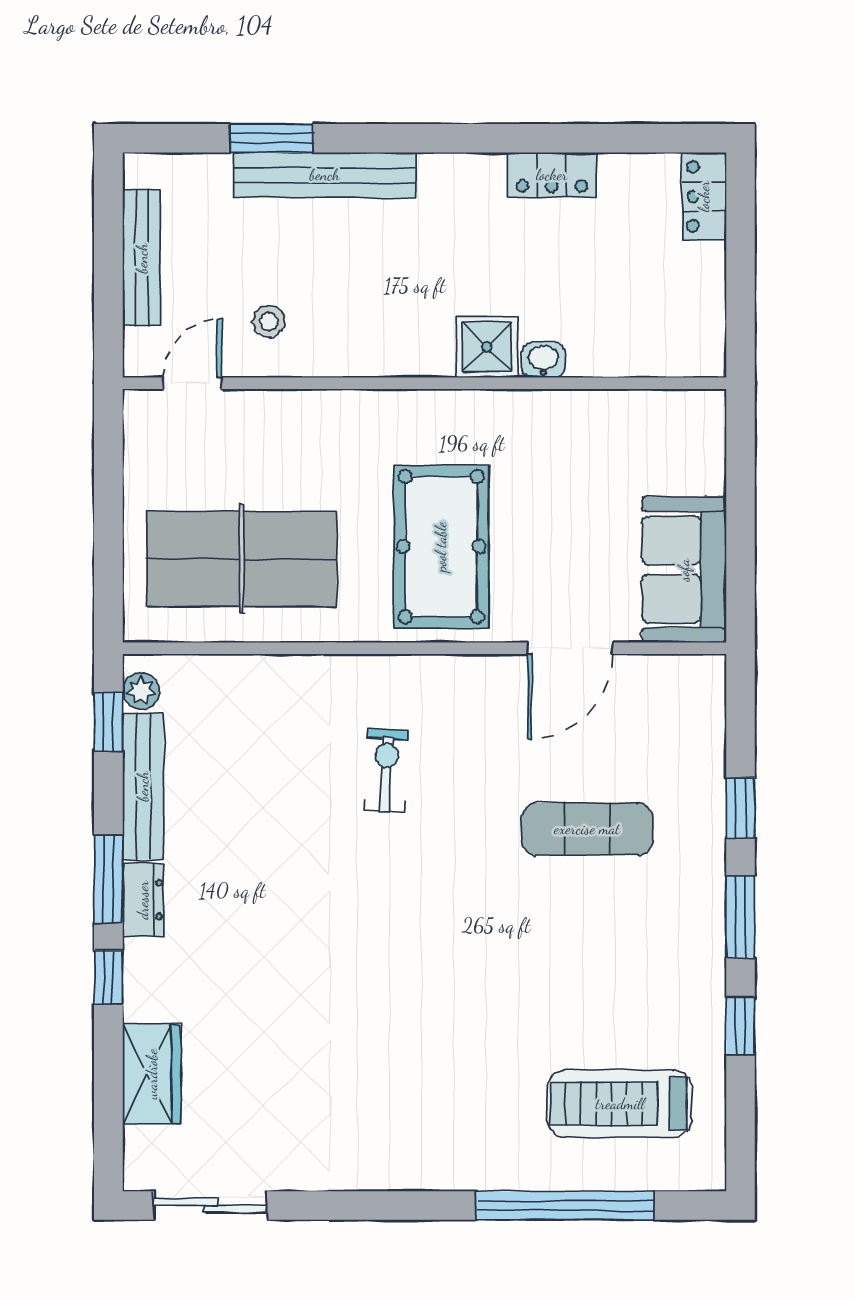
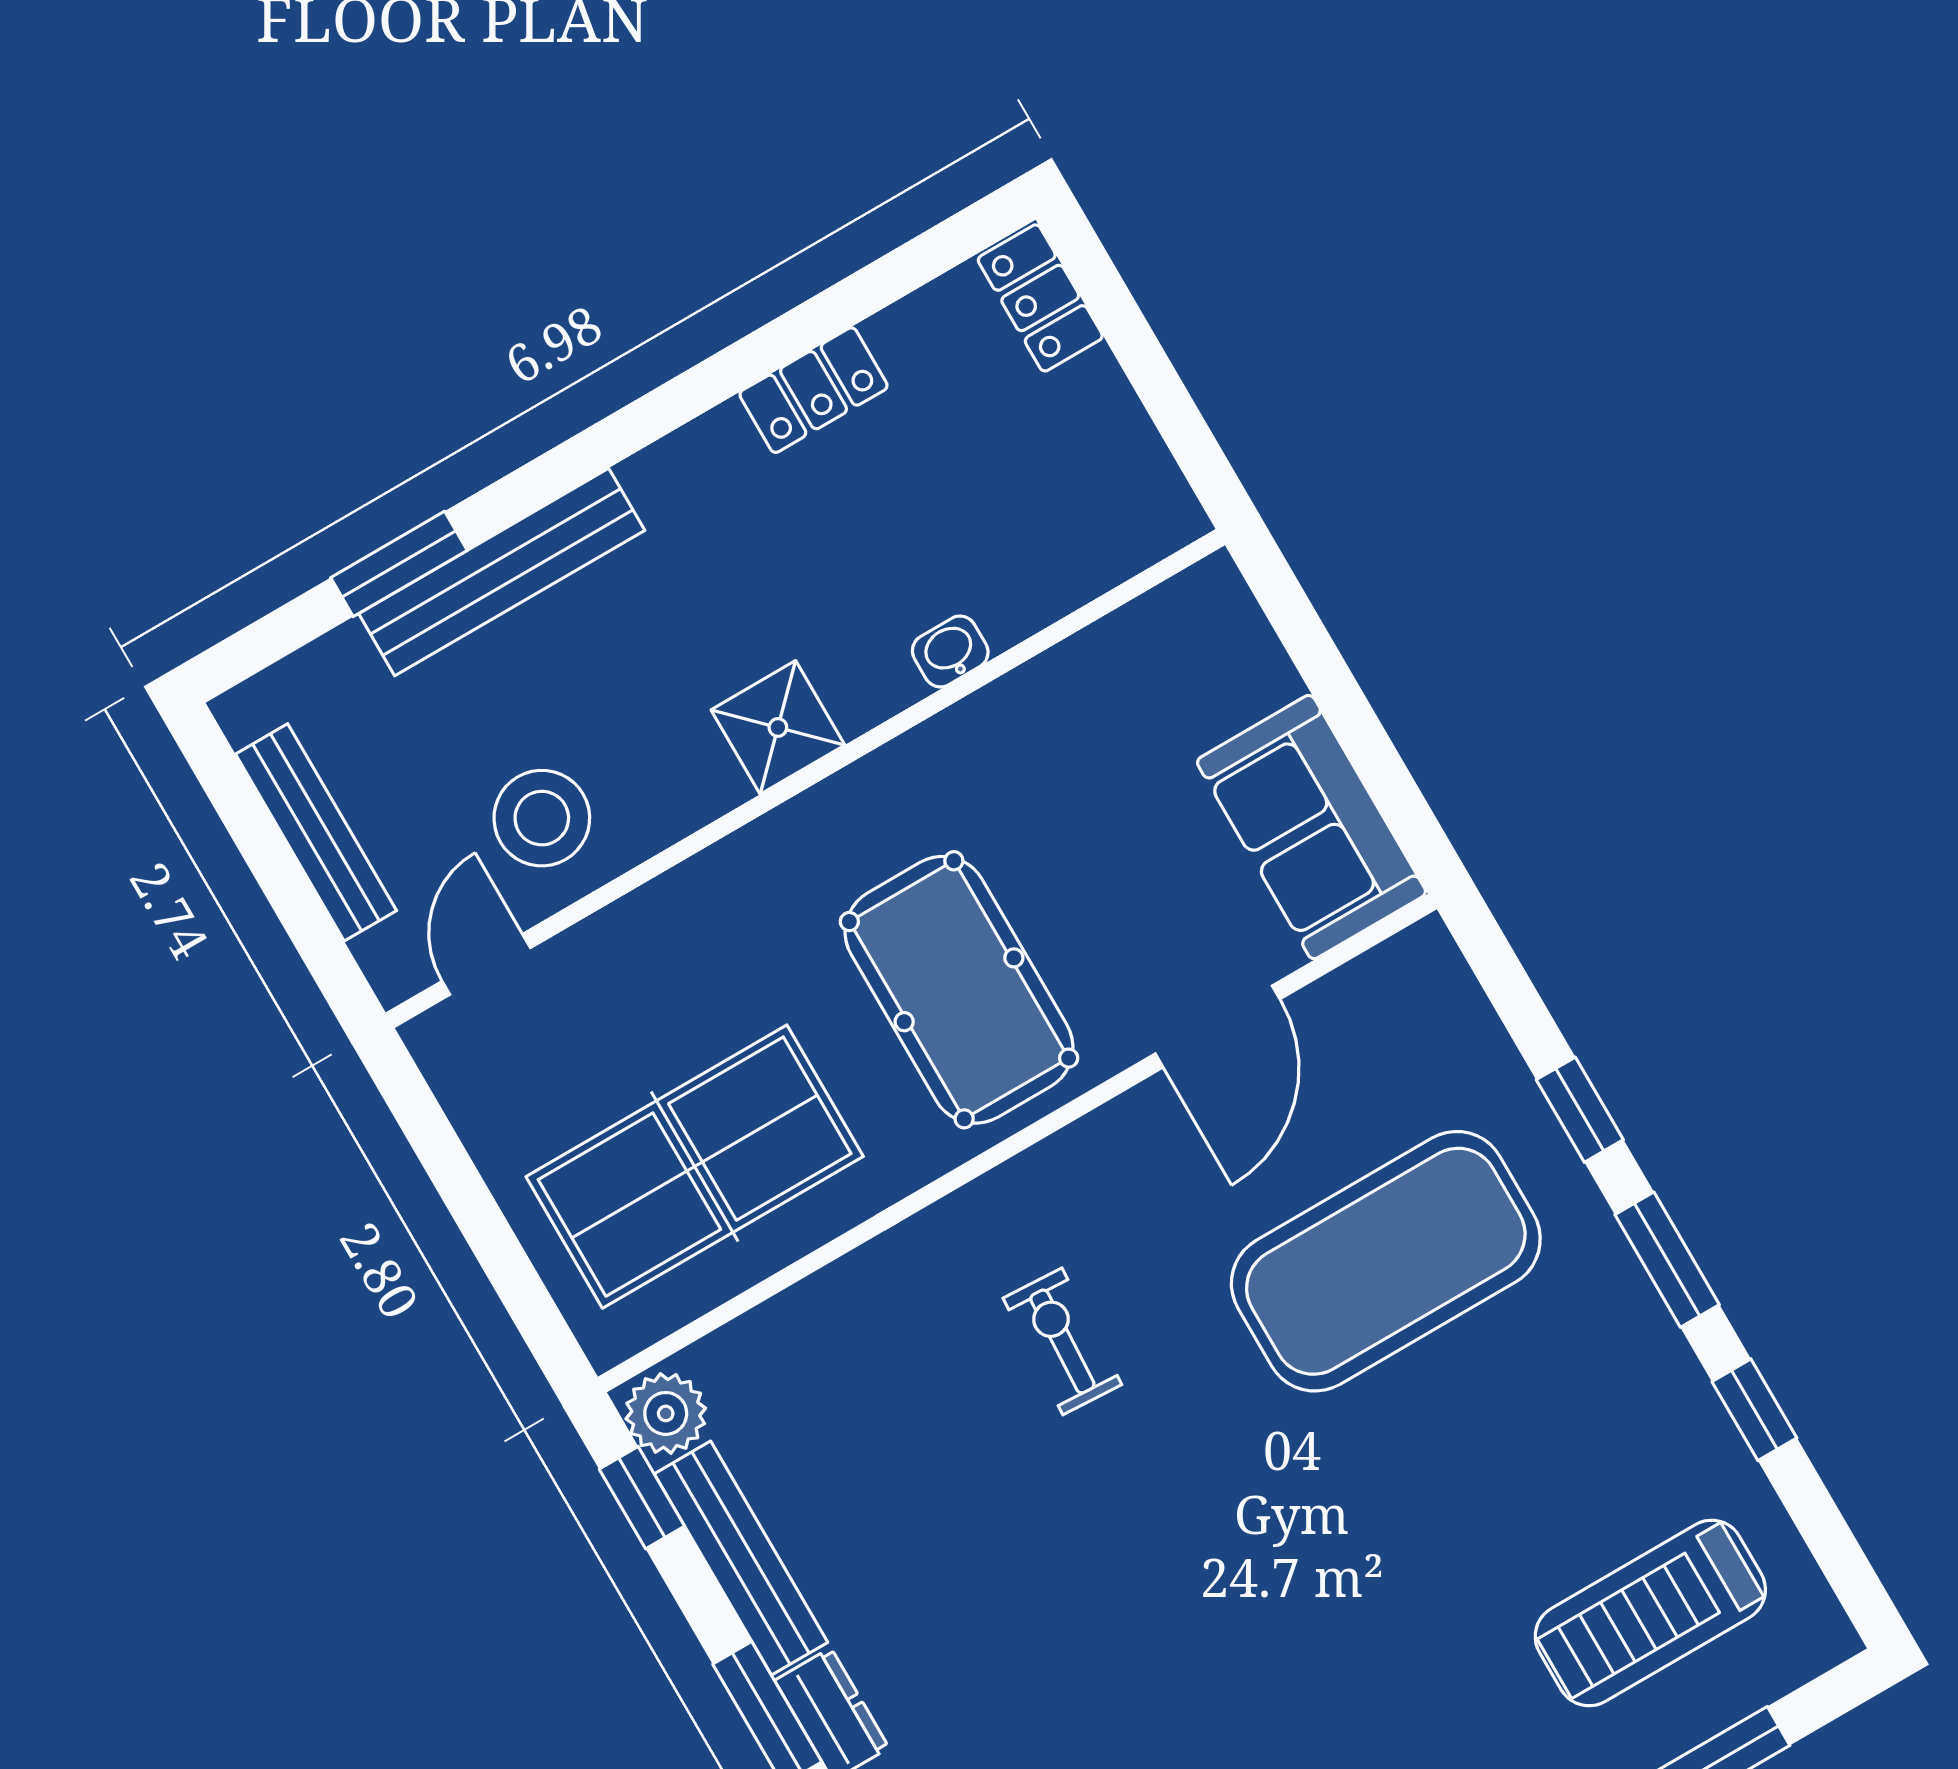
stool: (269, 321) -> (542, 818), width x1.89, depth x1.89
shower: (487, 347) -> (778, 727), moved
plant: (141, 691) -> (666, 1413), width x1.38, depth x1.38
exercise mat: (587, 829) -> (1386, 1261), width x2.00, depth x1.45

